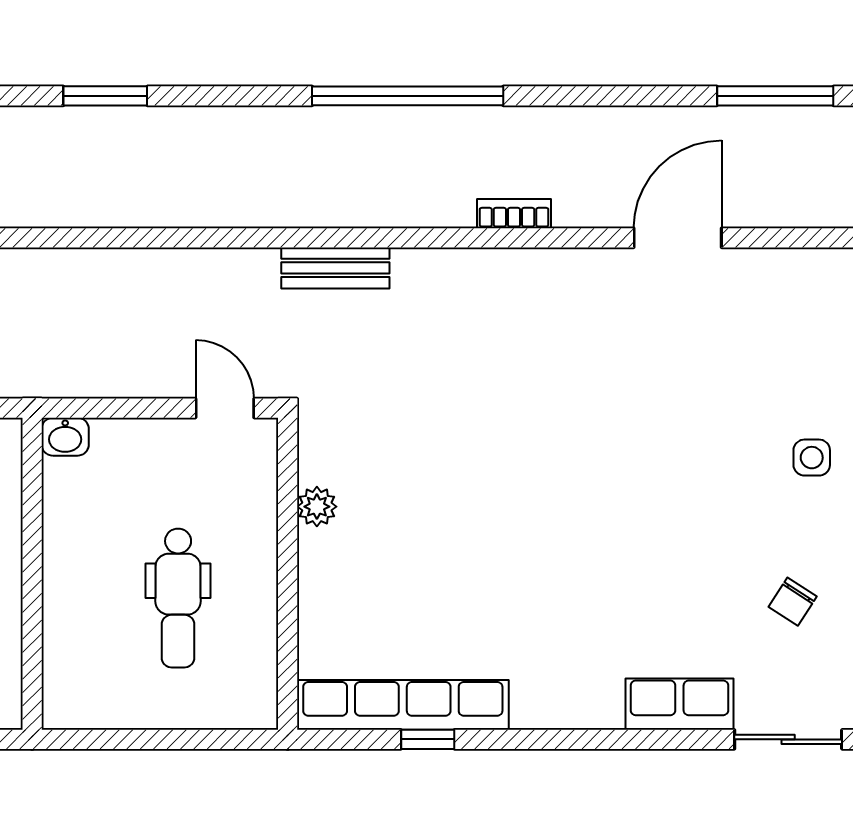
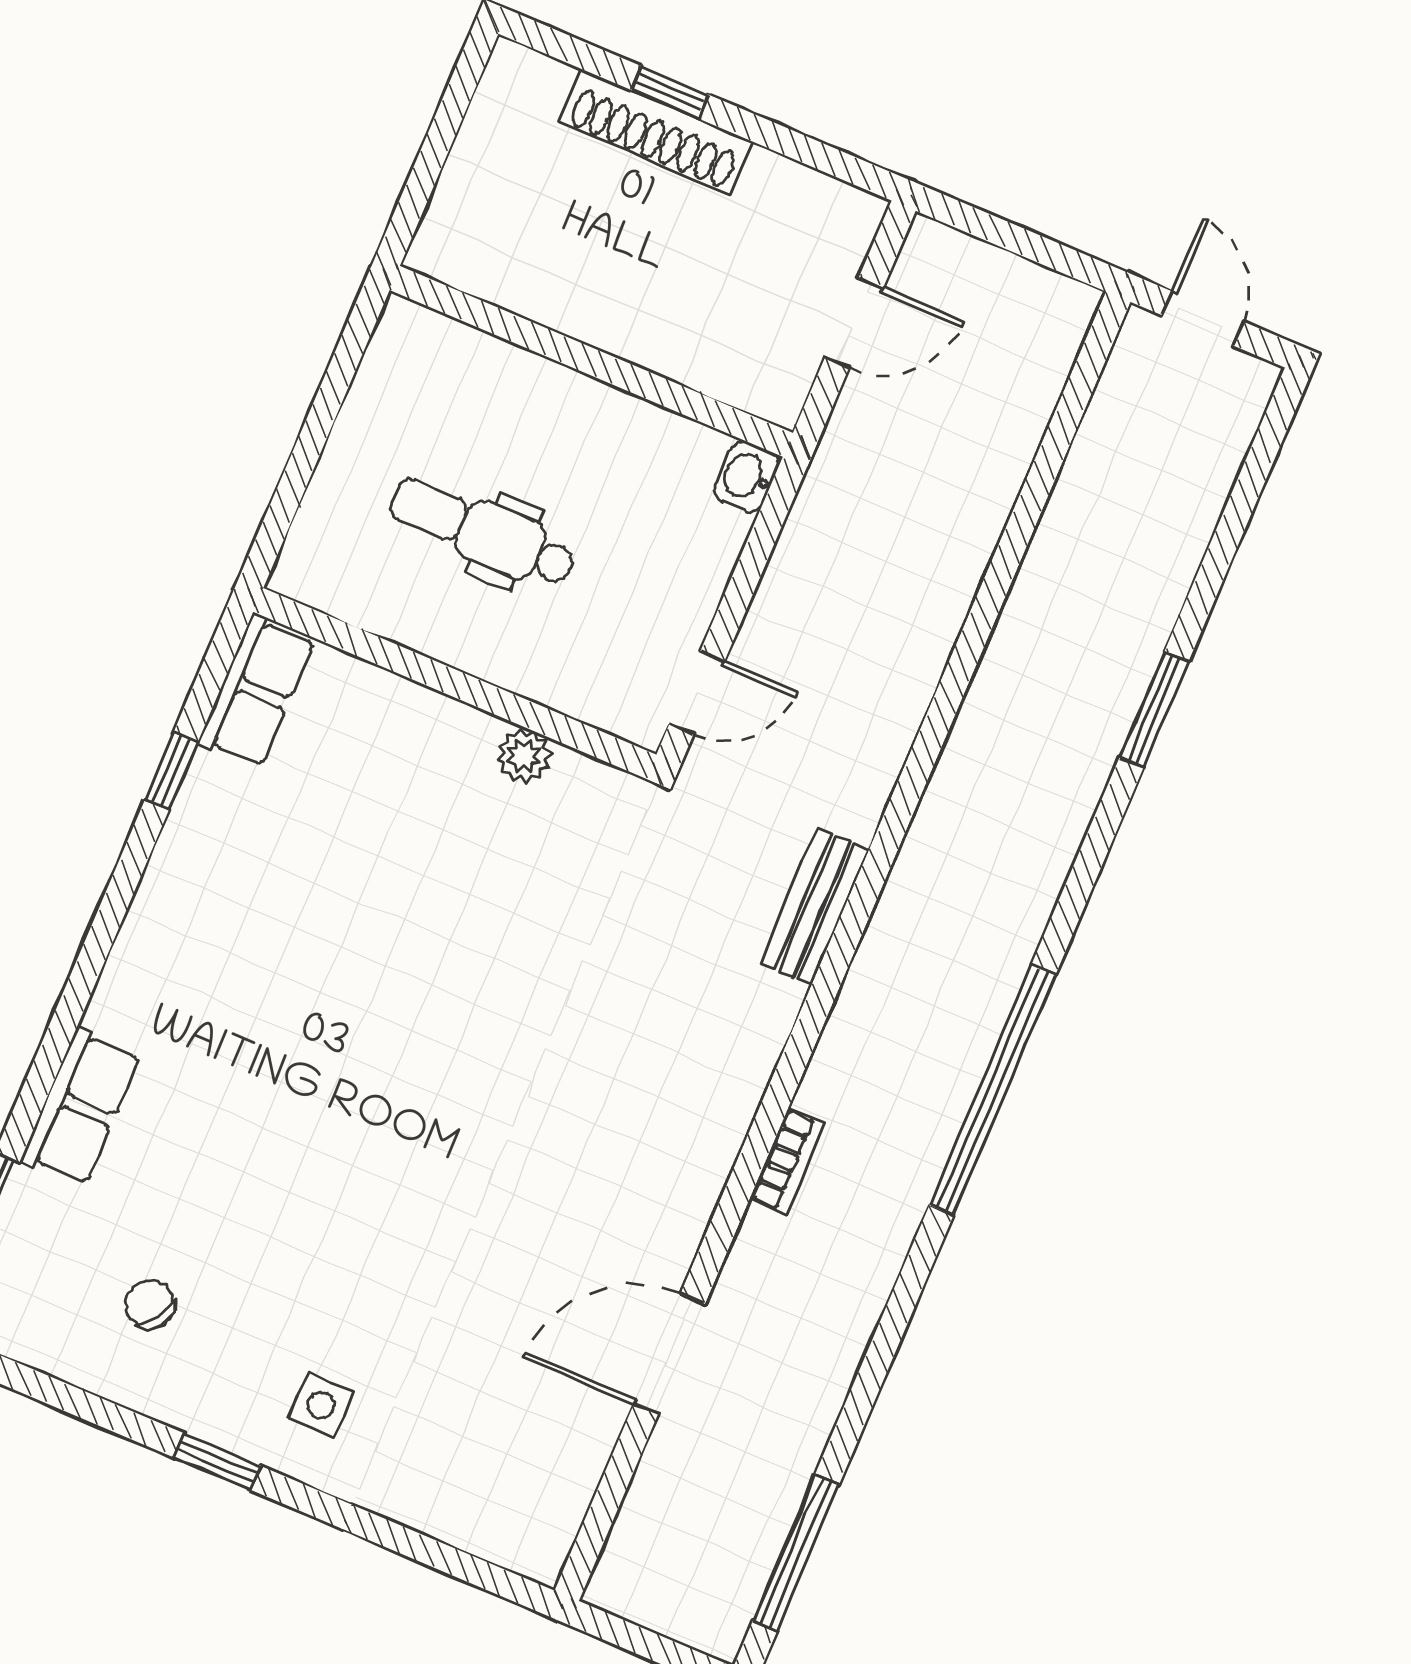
door: (678, 238) -> (669, 1354), swing flipped
row of seats: (403, 705) -> (257, 691), width x0.50

